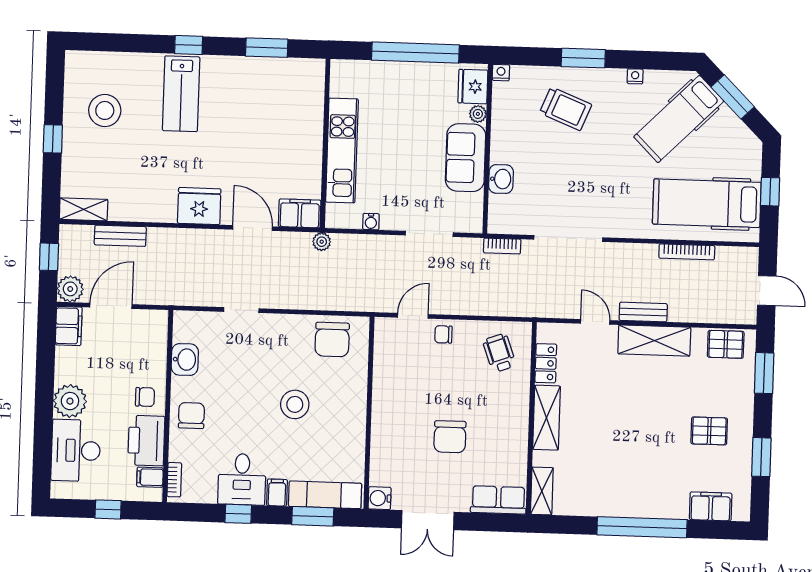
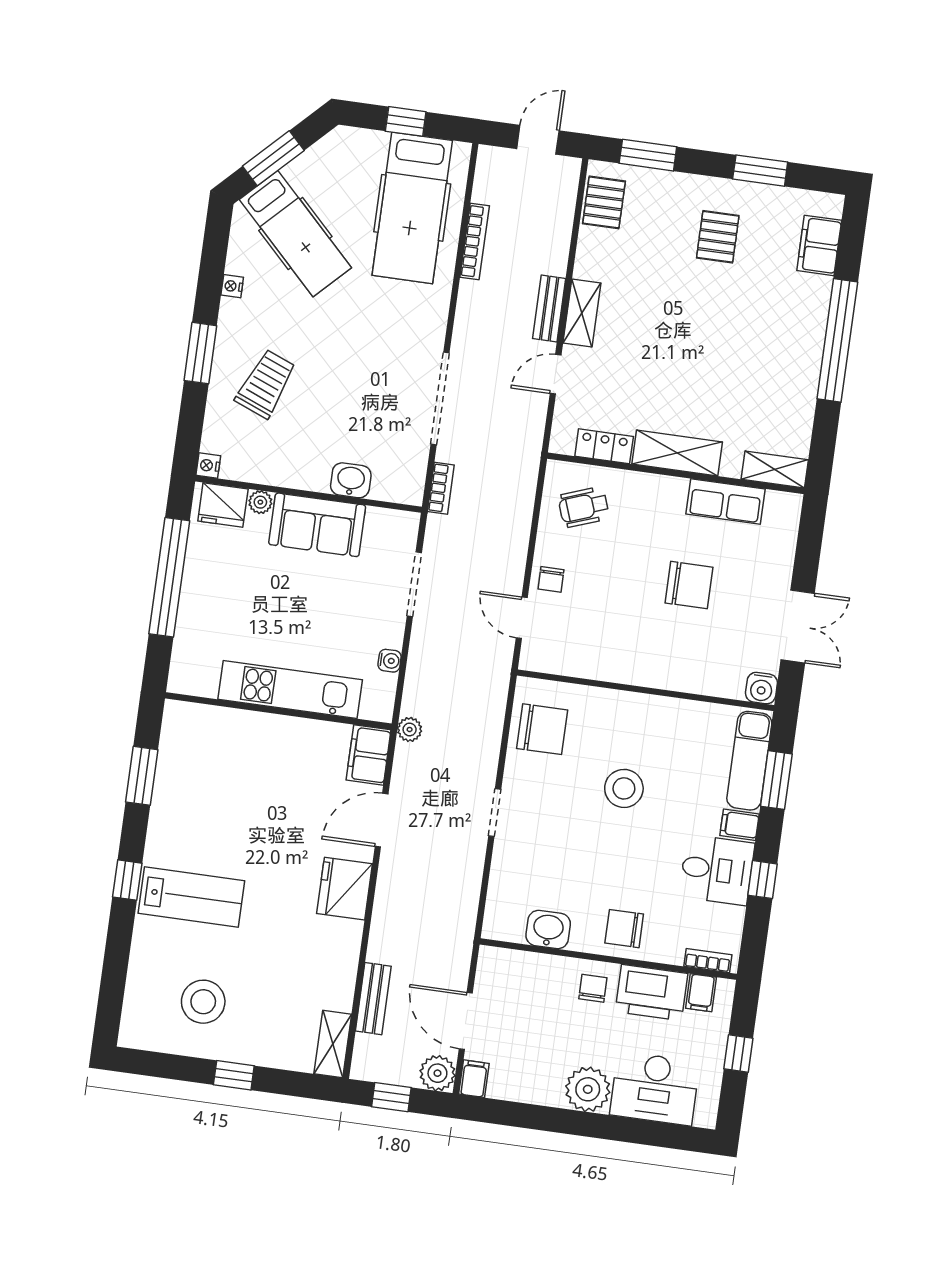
doorway: (241, 310) -> (495, 813), moved
filing cabinet: (69, 326) -> (474, 1079), width x0.50
shelving: (654, 341) -> (582, 313), width x0.67, depth x0.75
row of seats: (498, 500) -> (726, 502), moved, turned -90

